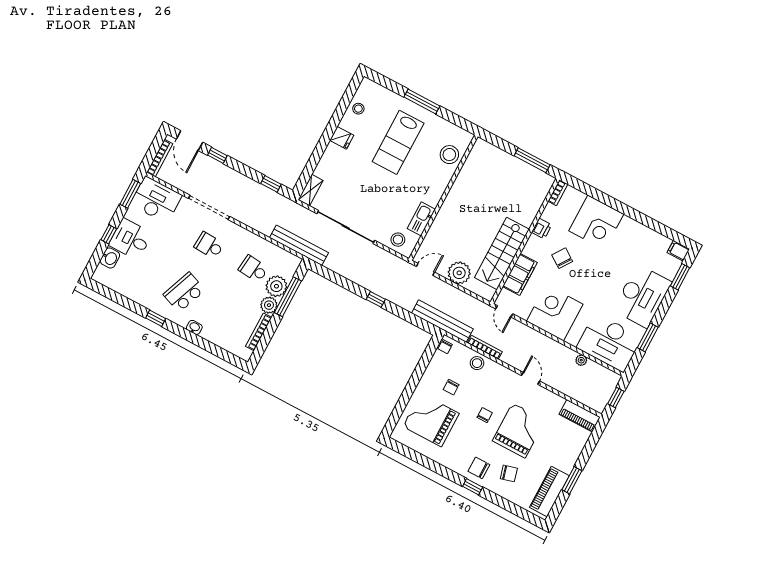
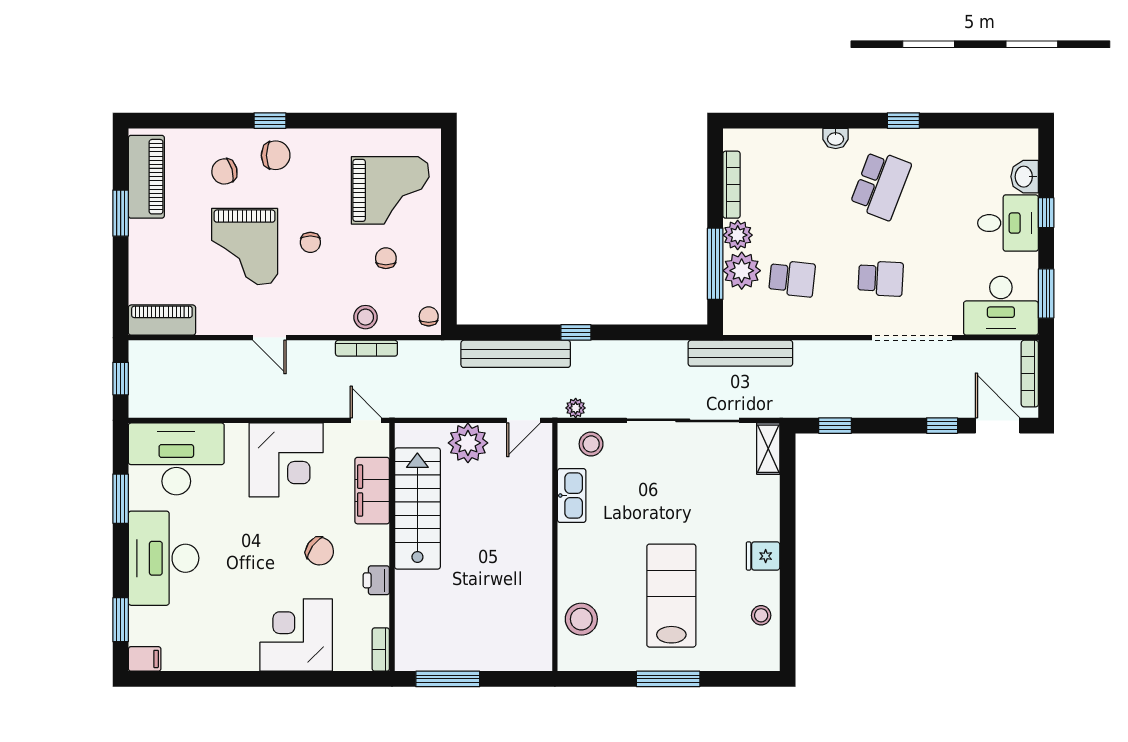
bench: (442, 321) -> (516, 354), moved
plant: (581, 360) -> (576, 408), moved

